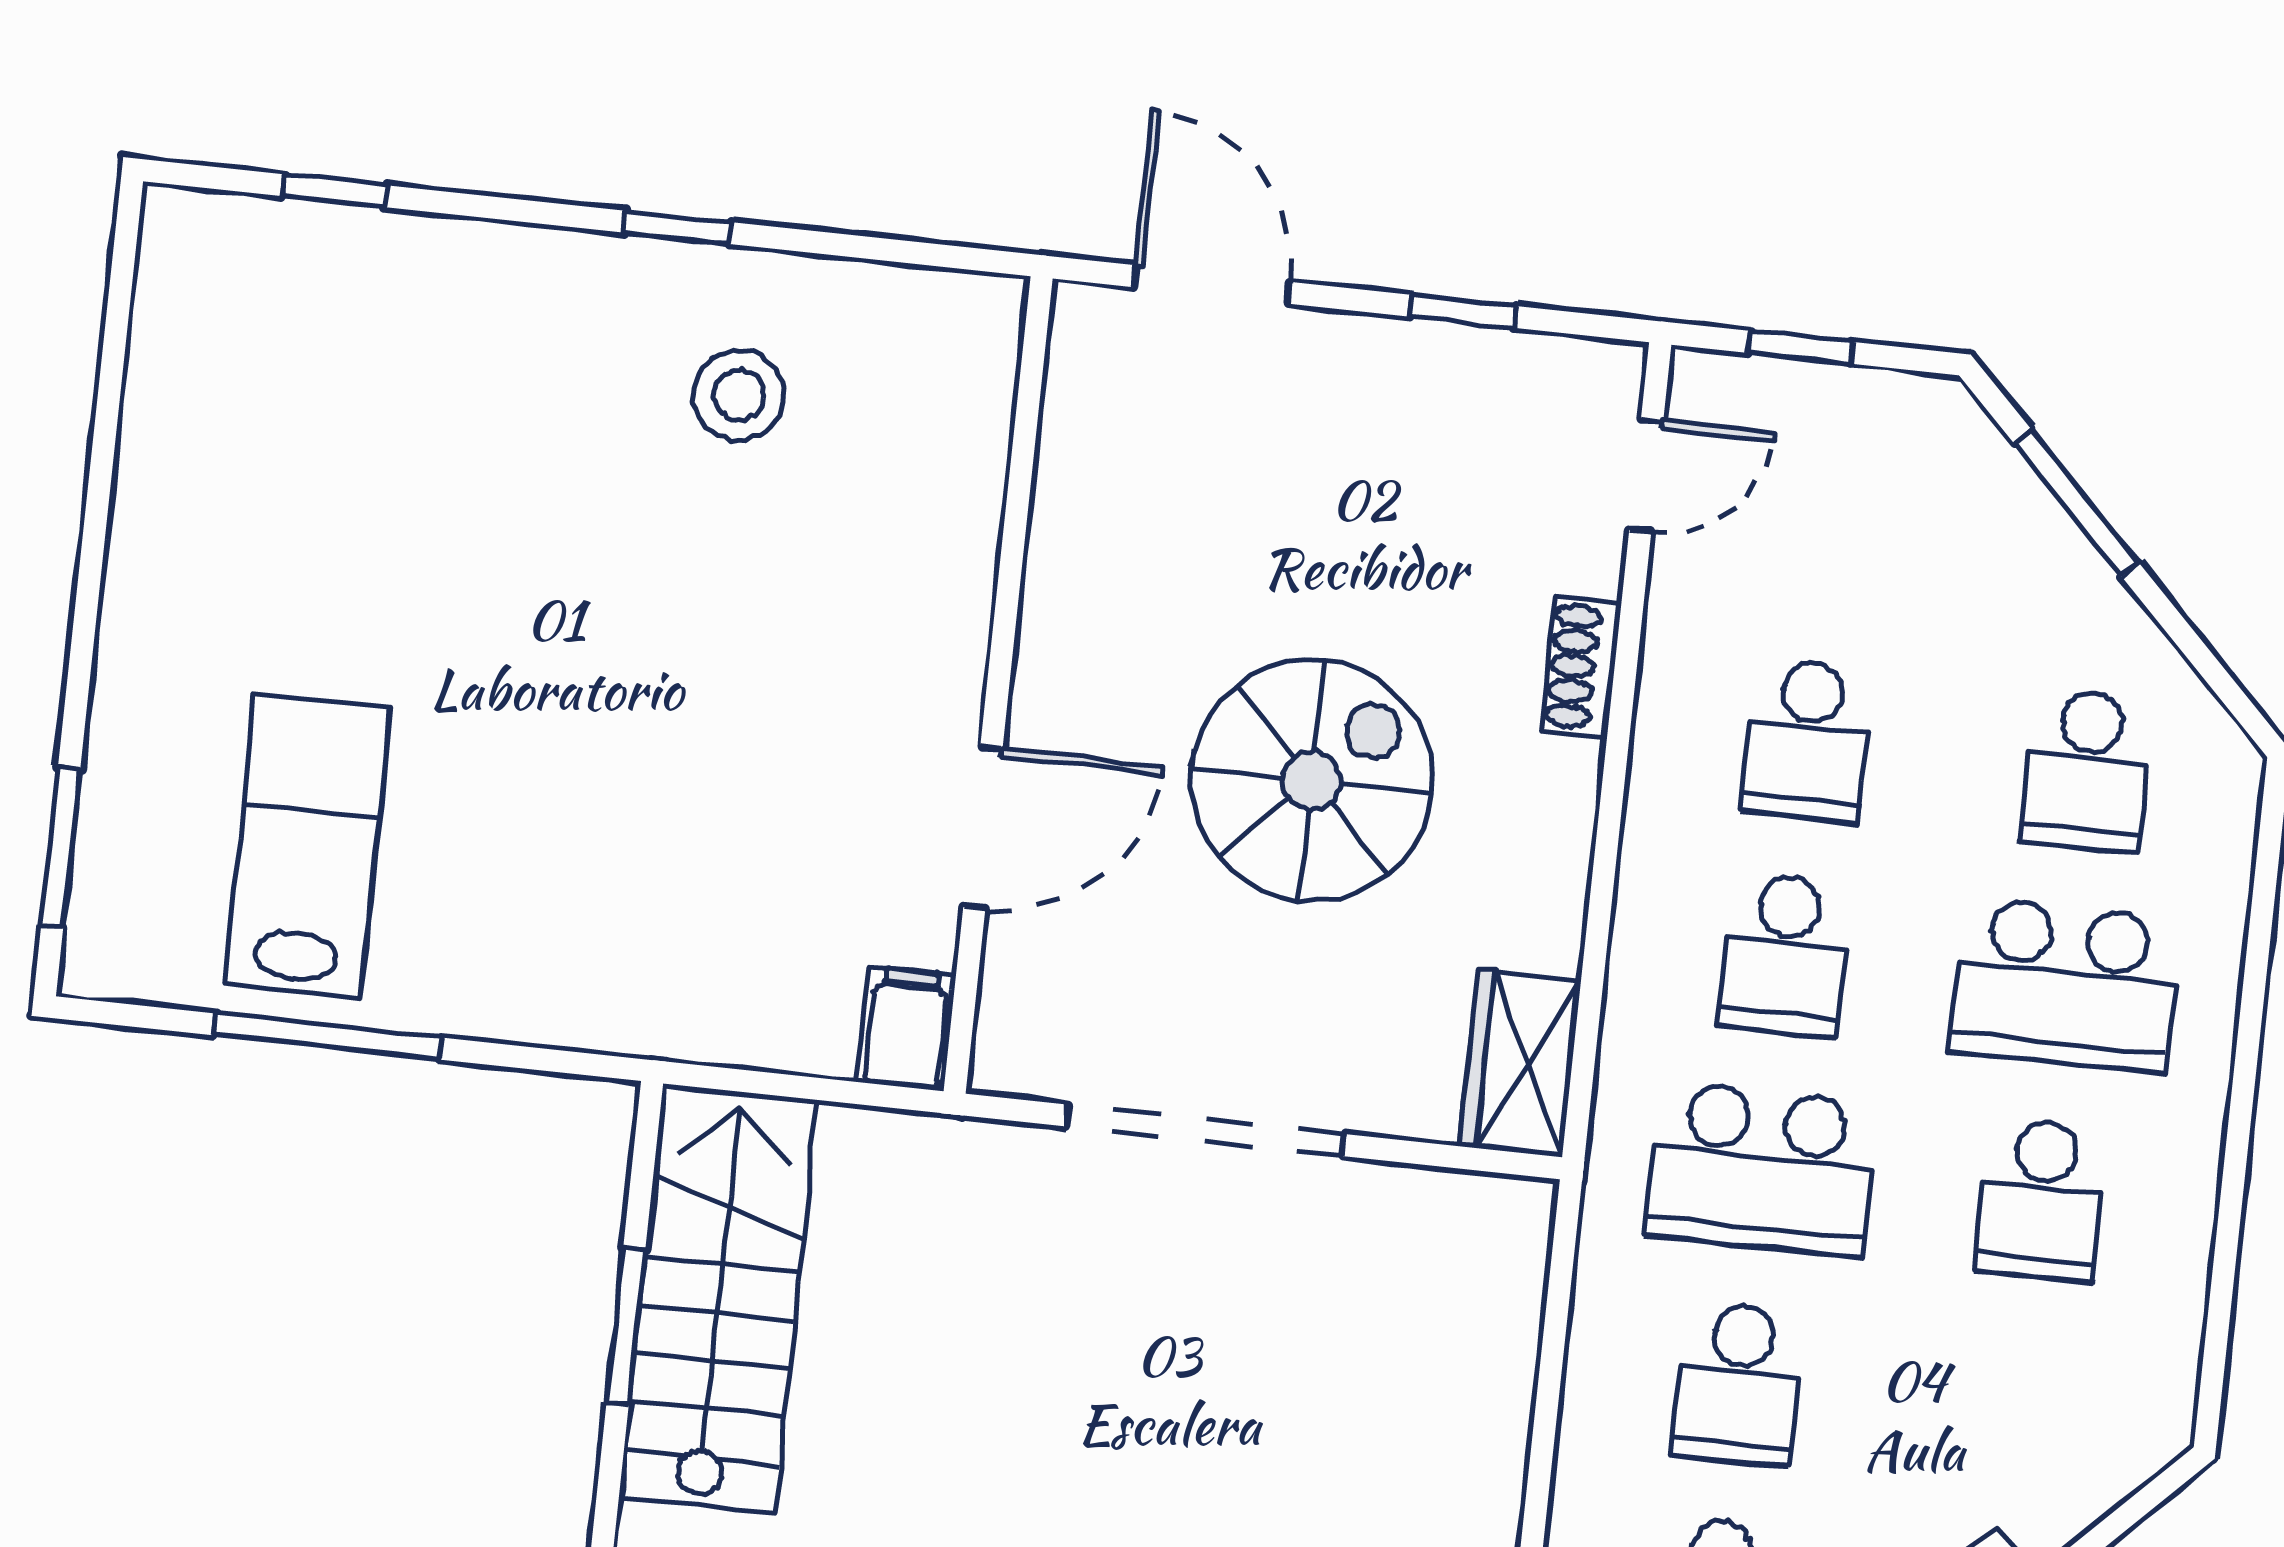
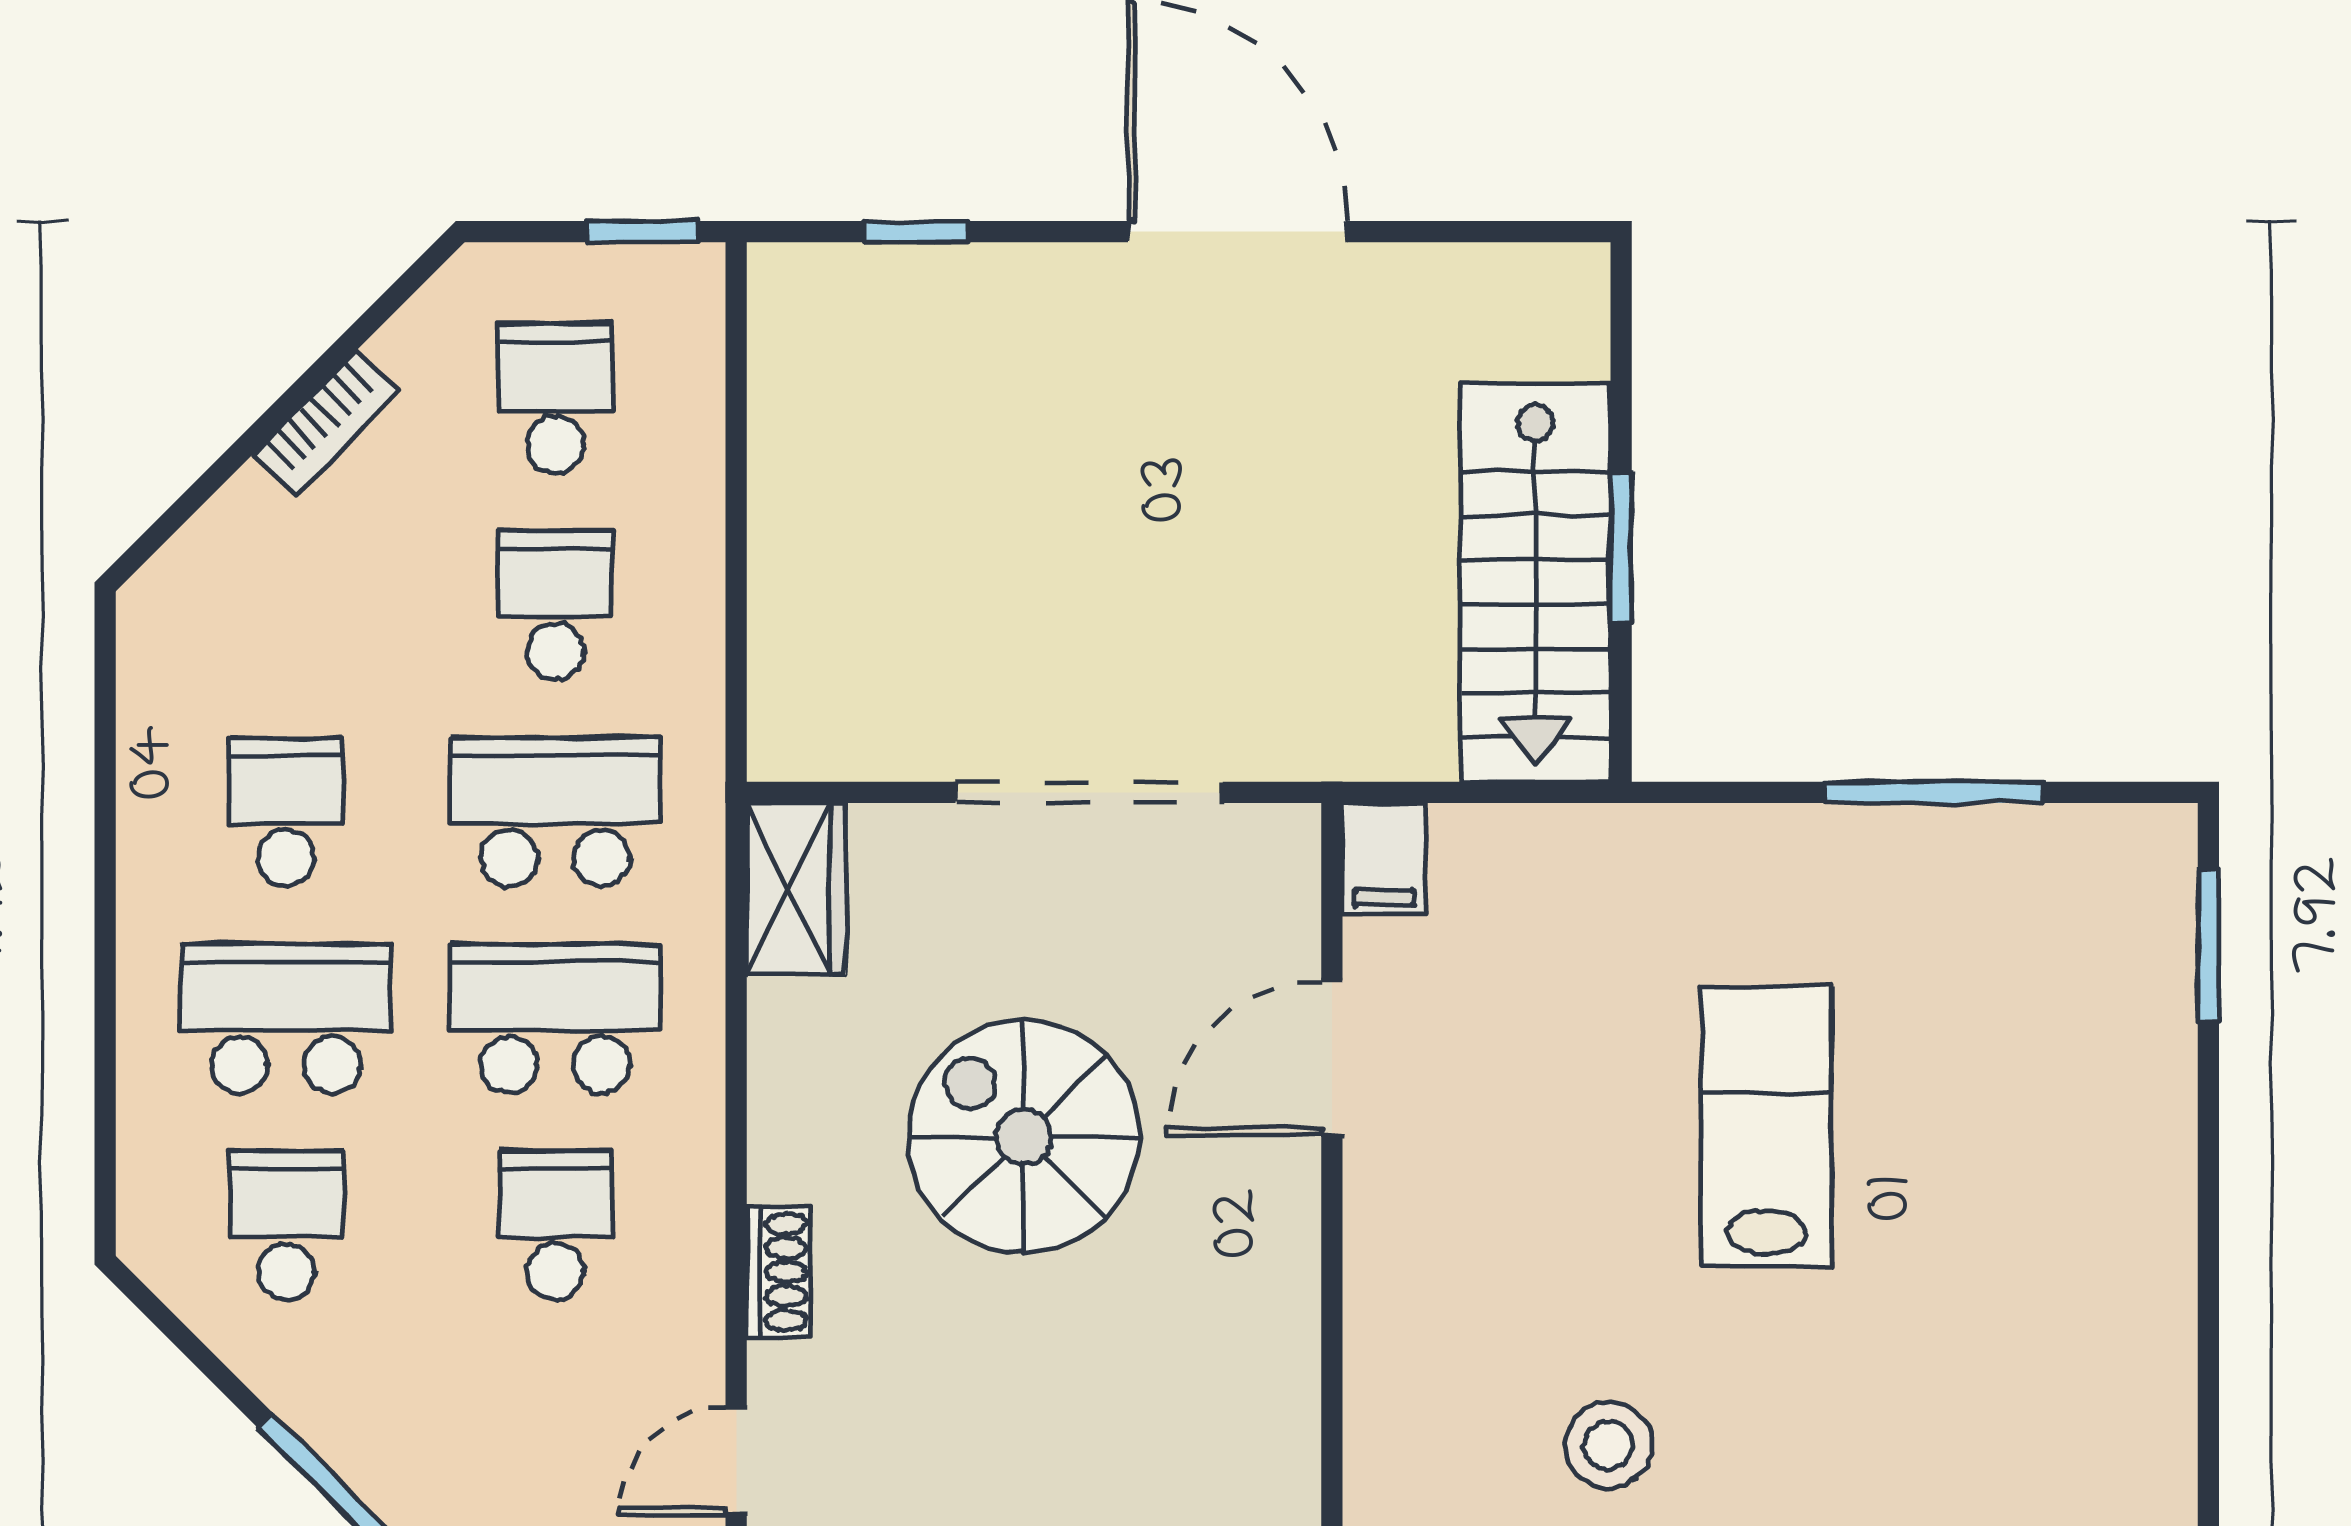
spiral stairs: (1312, 780) -> (1024, 1137), turned 90
lab bench: (307, 846) -> (1767, 1126), moved, turned 180
school desk: (1785, 955) -> (555, 1019), width x1.85

